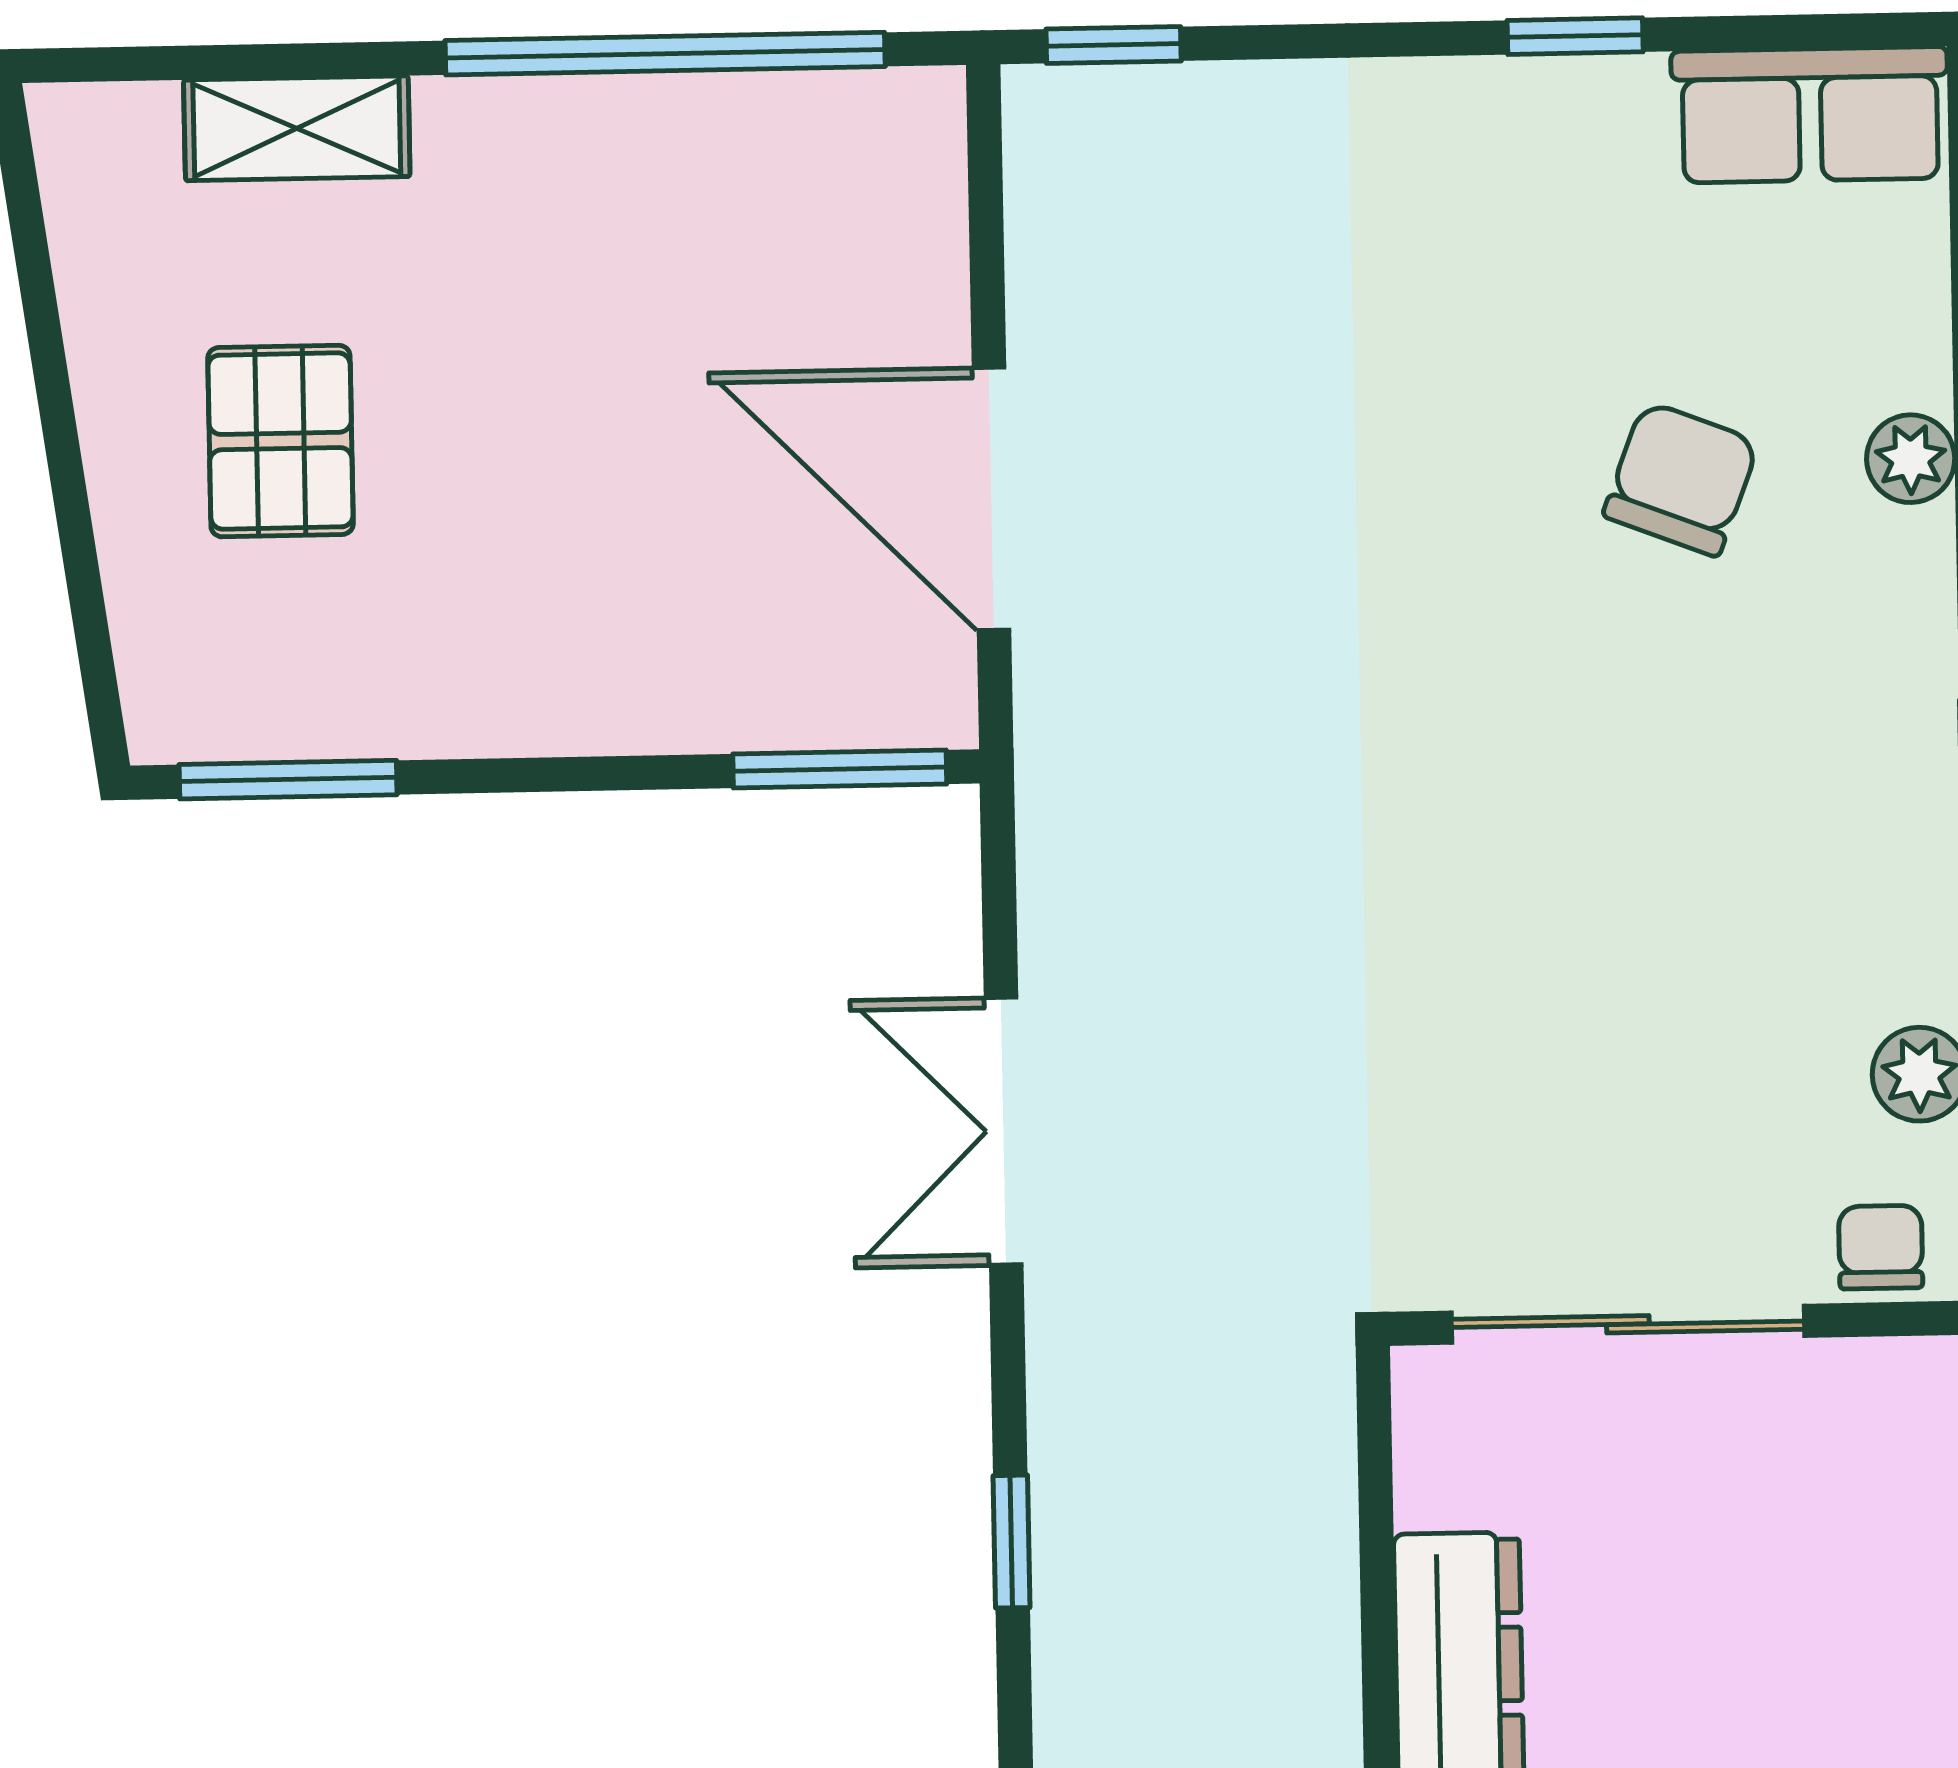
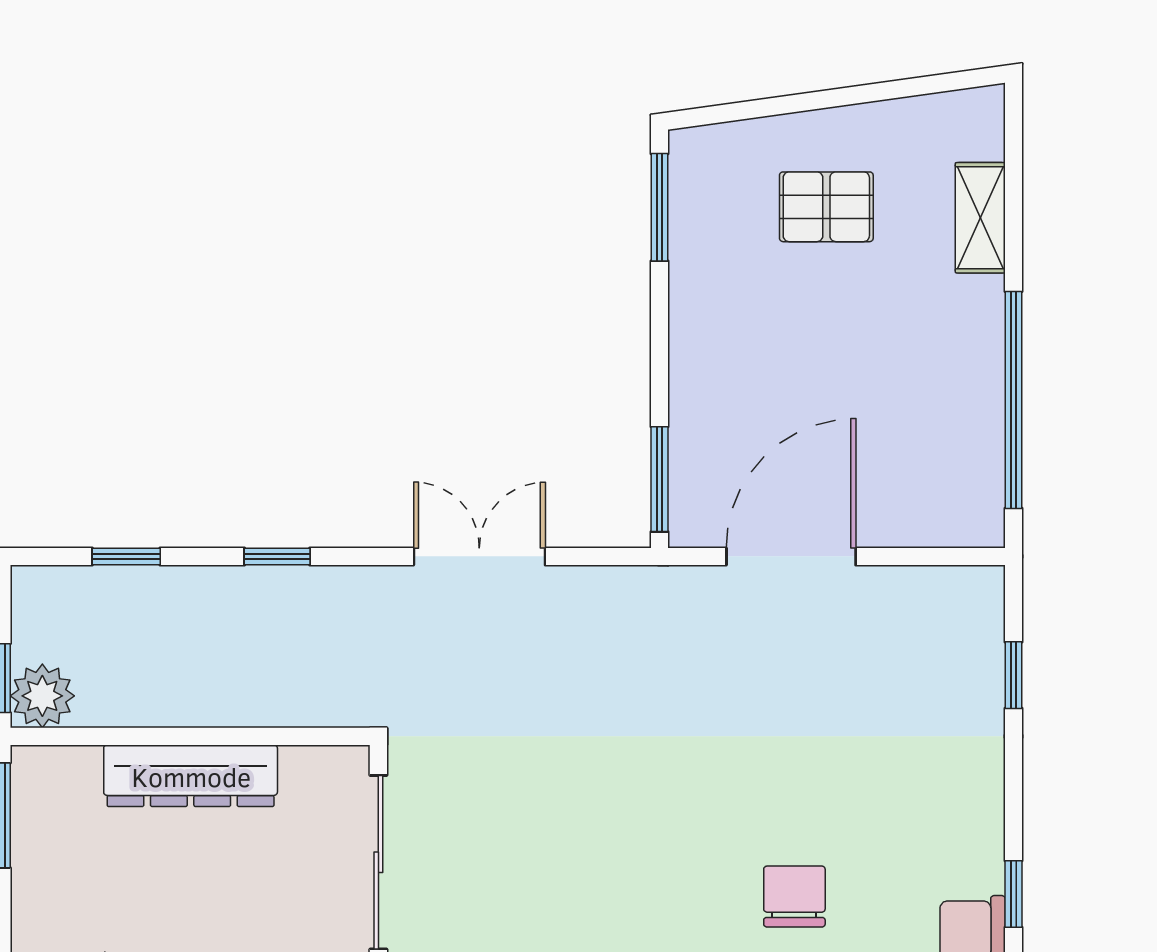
window: (1575, 36) -> (1014, 894), moved
window: (1114, 45) -> (1014, 675), moved
chair: (1681, 479) -> (794, 896), turned -111

